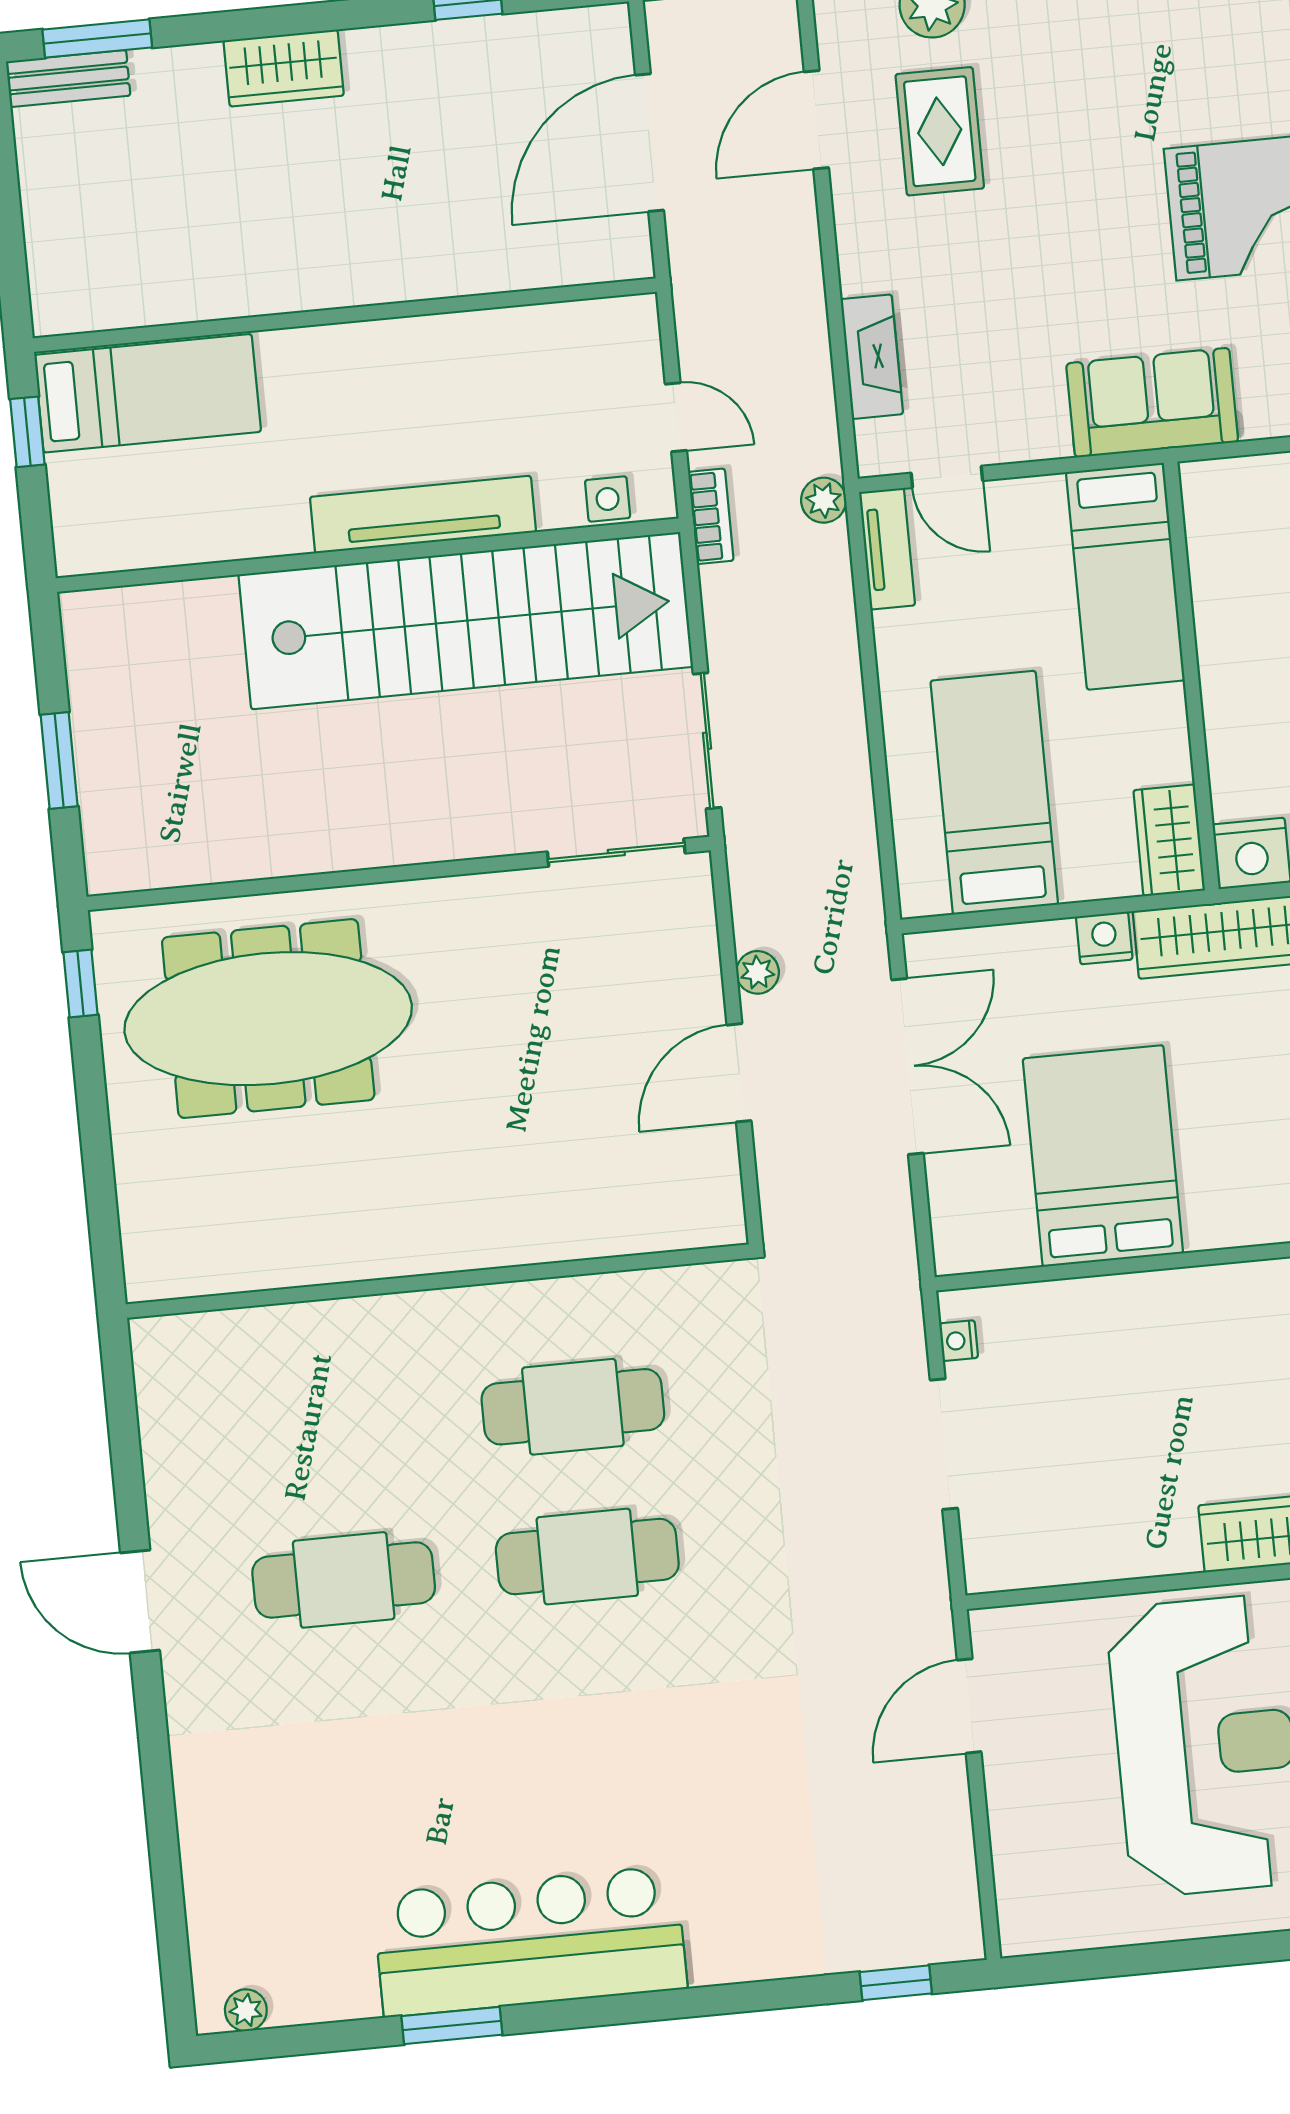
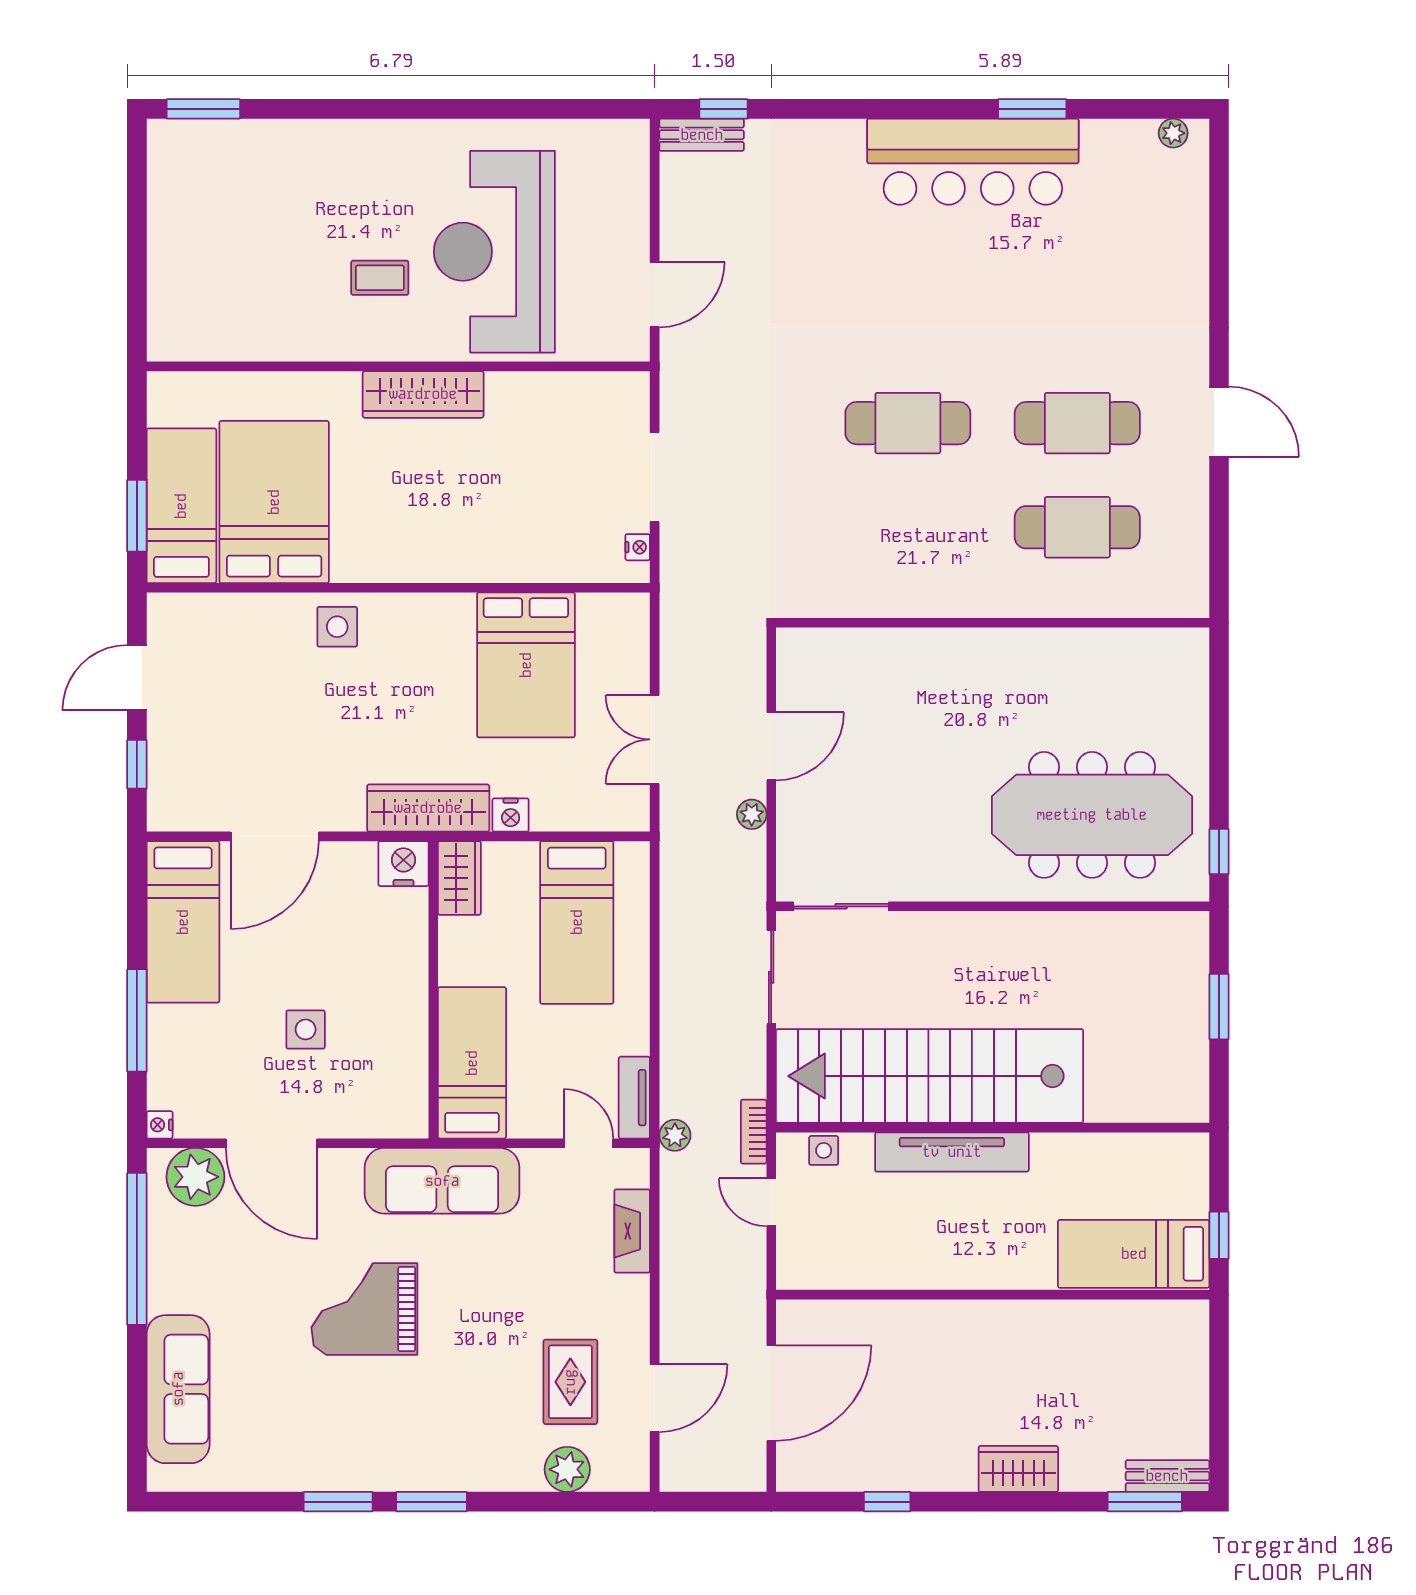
sofa: (1152, 403) -> (442, 1181), width x1.36
double door: (908, 1066) -> (655, 739), width x0.73
cafe table: (573, 1407) -> (1077, 527), moved
bench: (924, 1943) -> (702, 135), added

